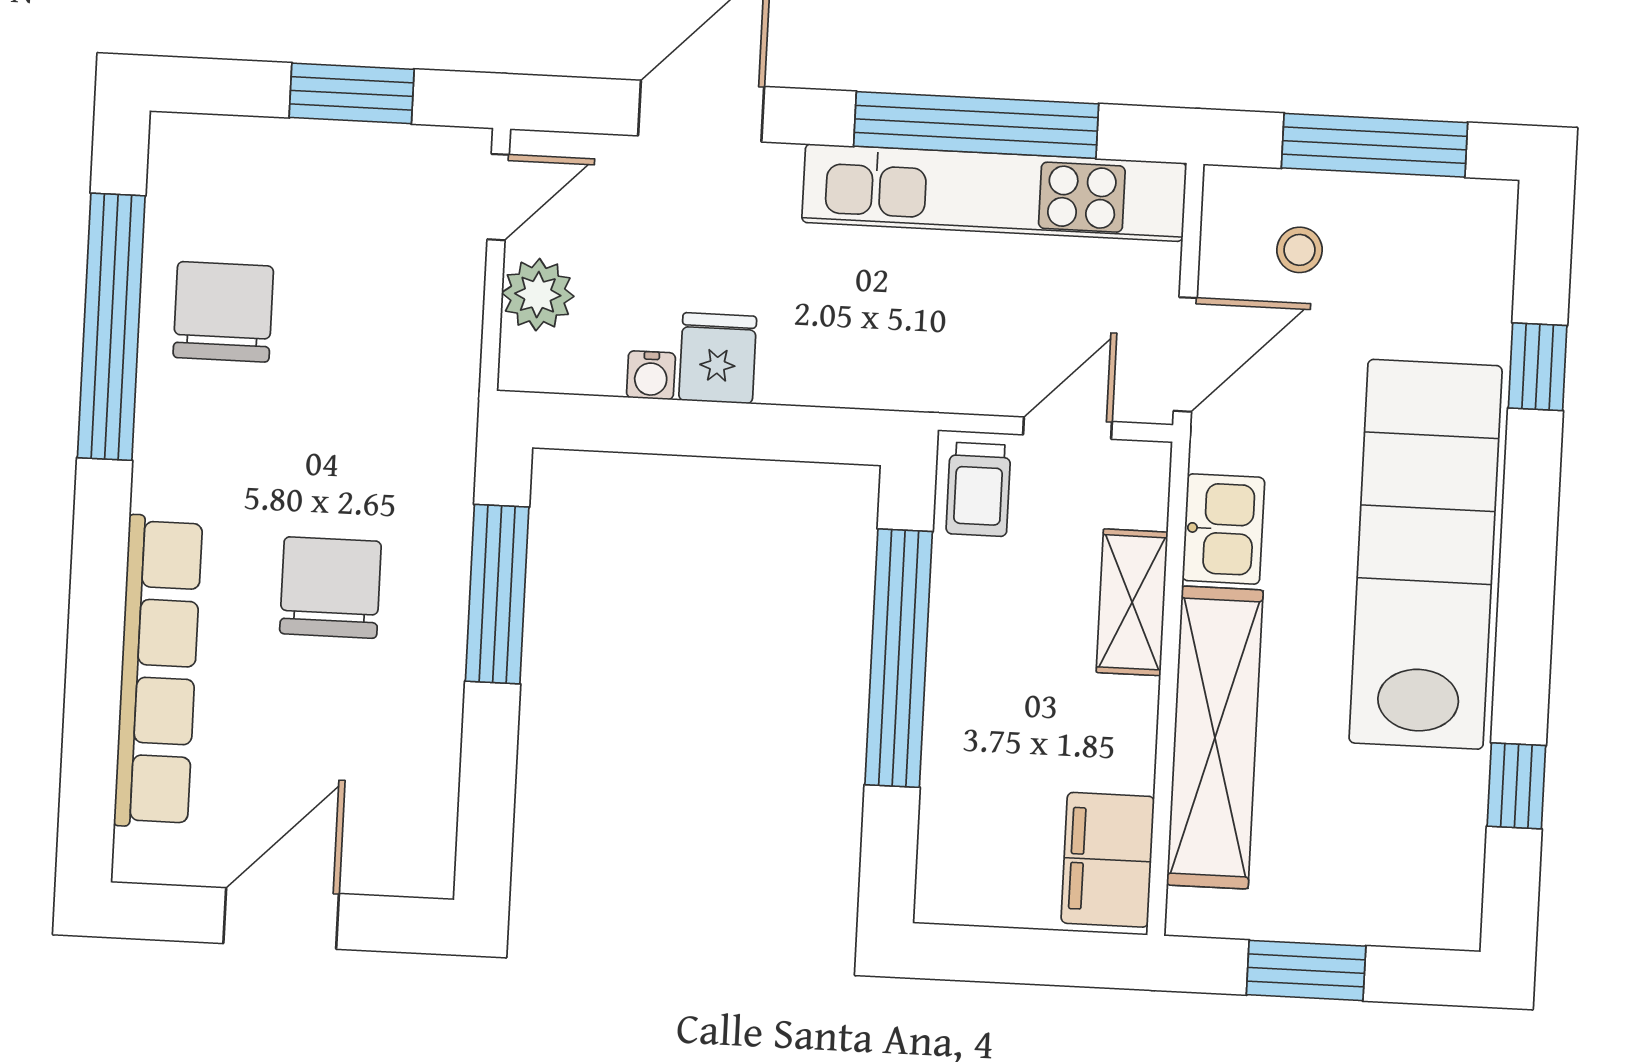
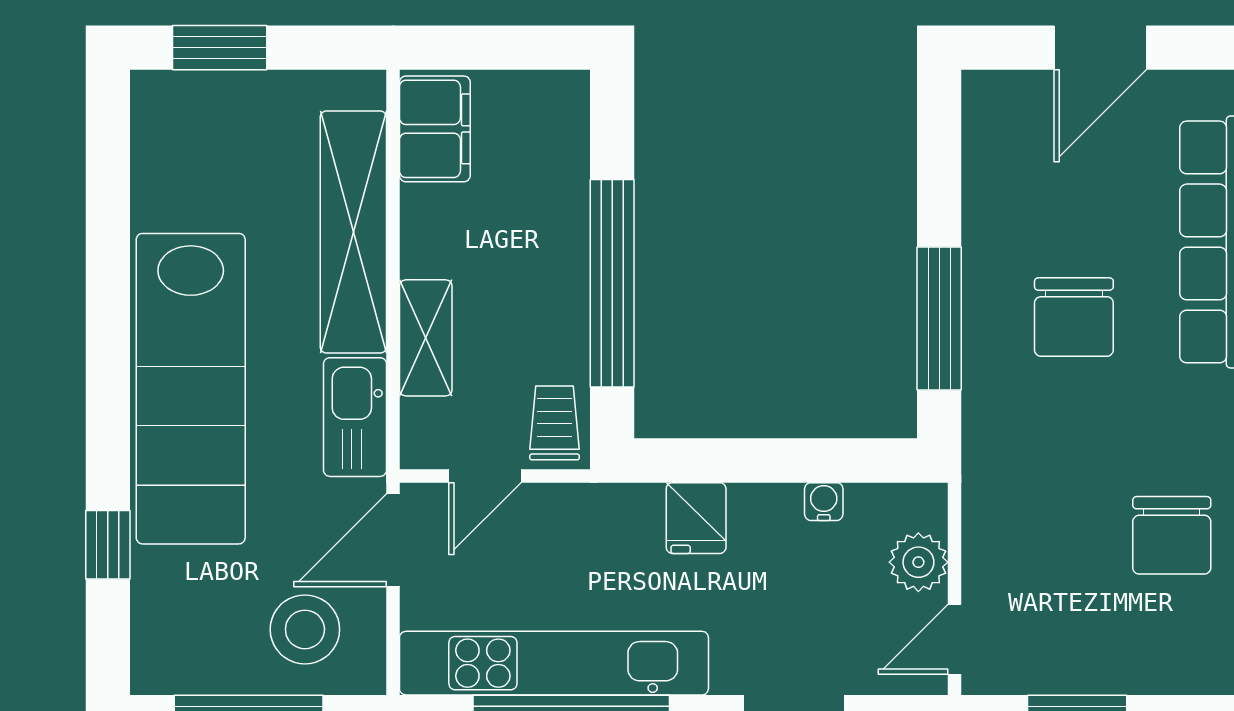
stool: (1300, 250) -> (305, 629), width x1.89, depth x1.89
fridge: (718, 358) -> (696, 518), moved
kitchen sink: (1223, 529) -> (355, 417), width x1.38
window: (1516, 786) -> (108, 205), removed
window: (1306, 970) -> (220, 48), moved

